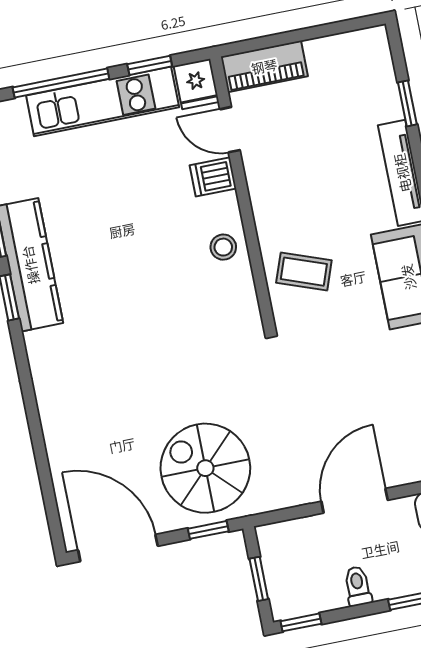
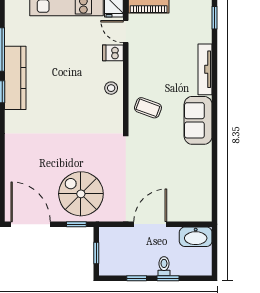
window: (407, 103) -> (215, 18), moved
toilet: (358, 586) -> (164, 266), moved
window: (301, 622) -> (137, 278), moved

